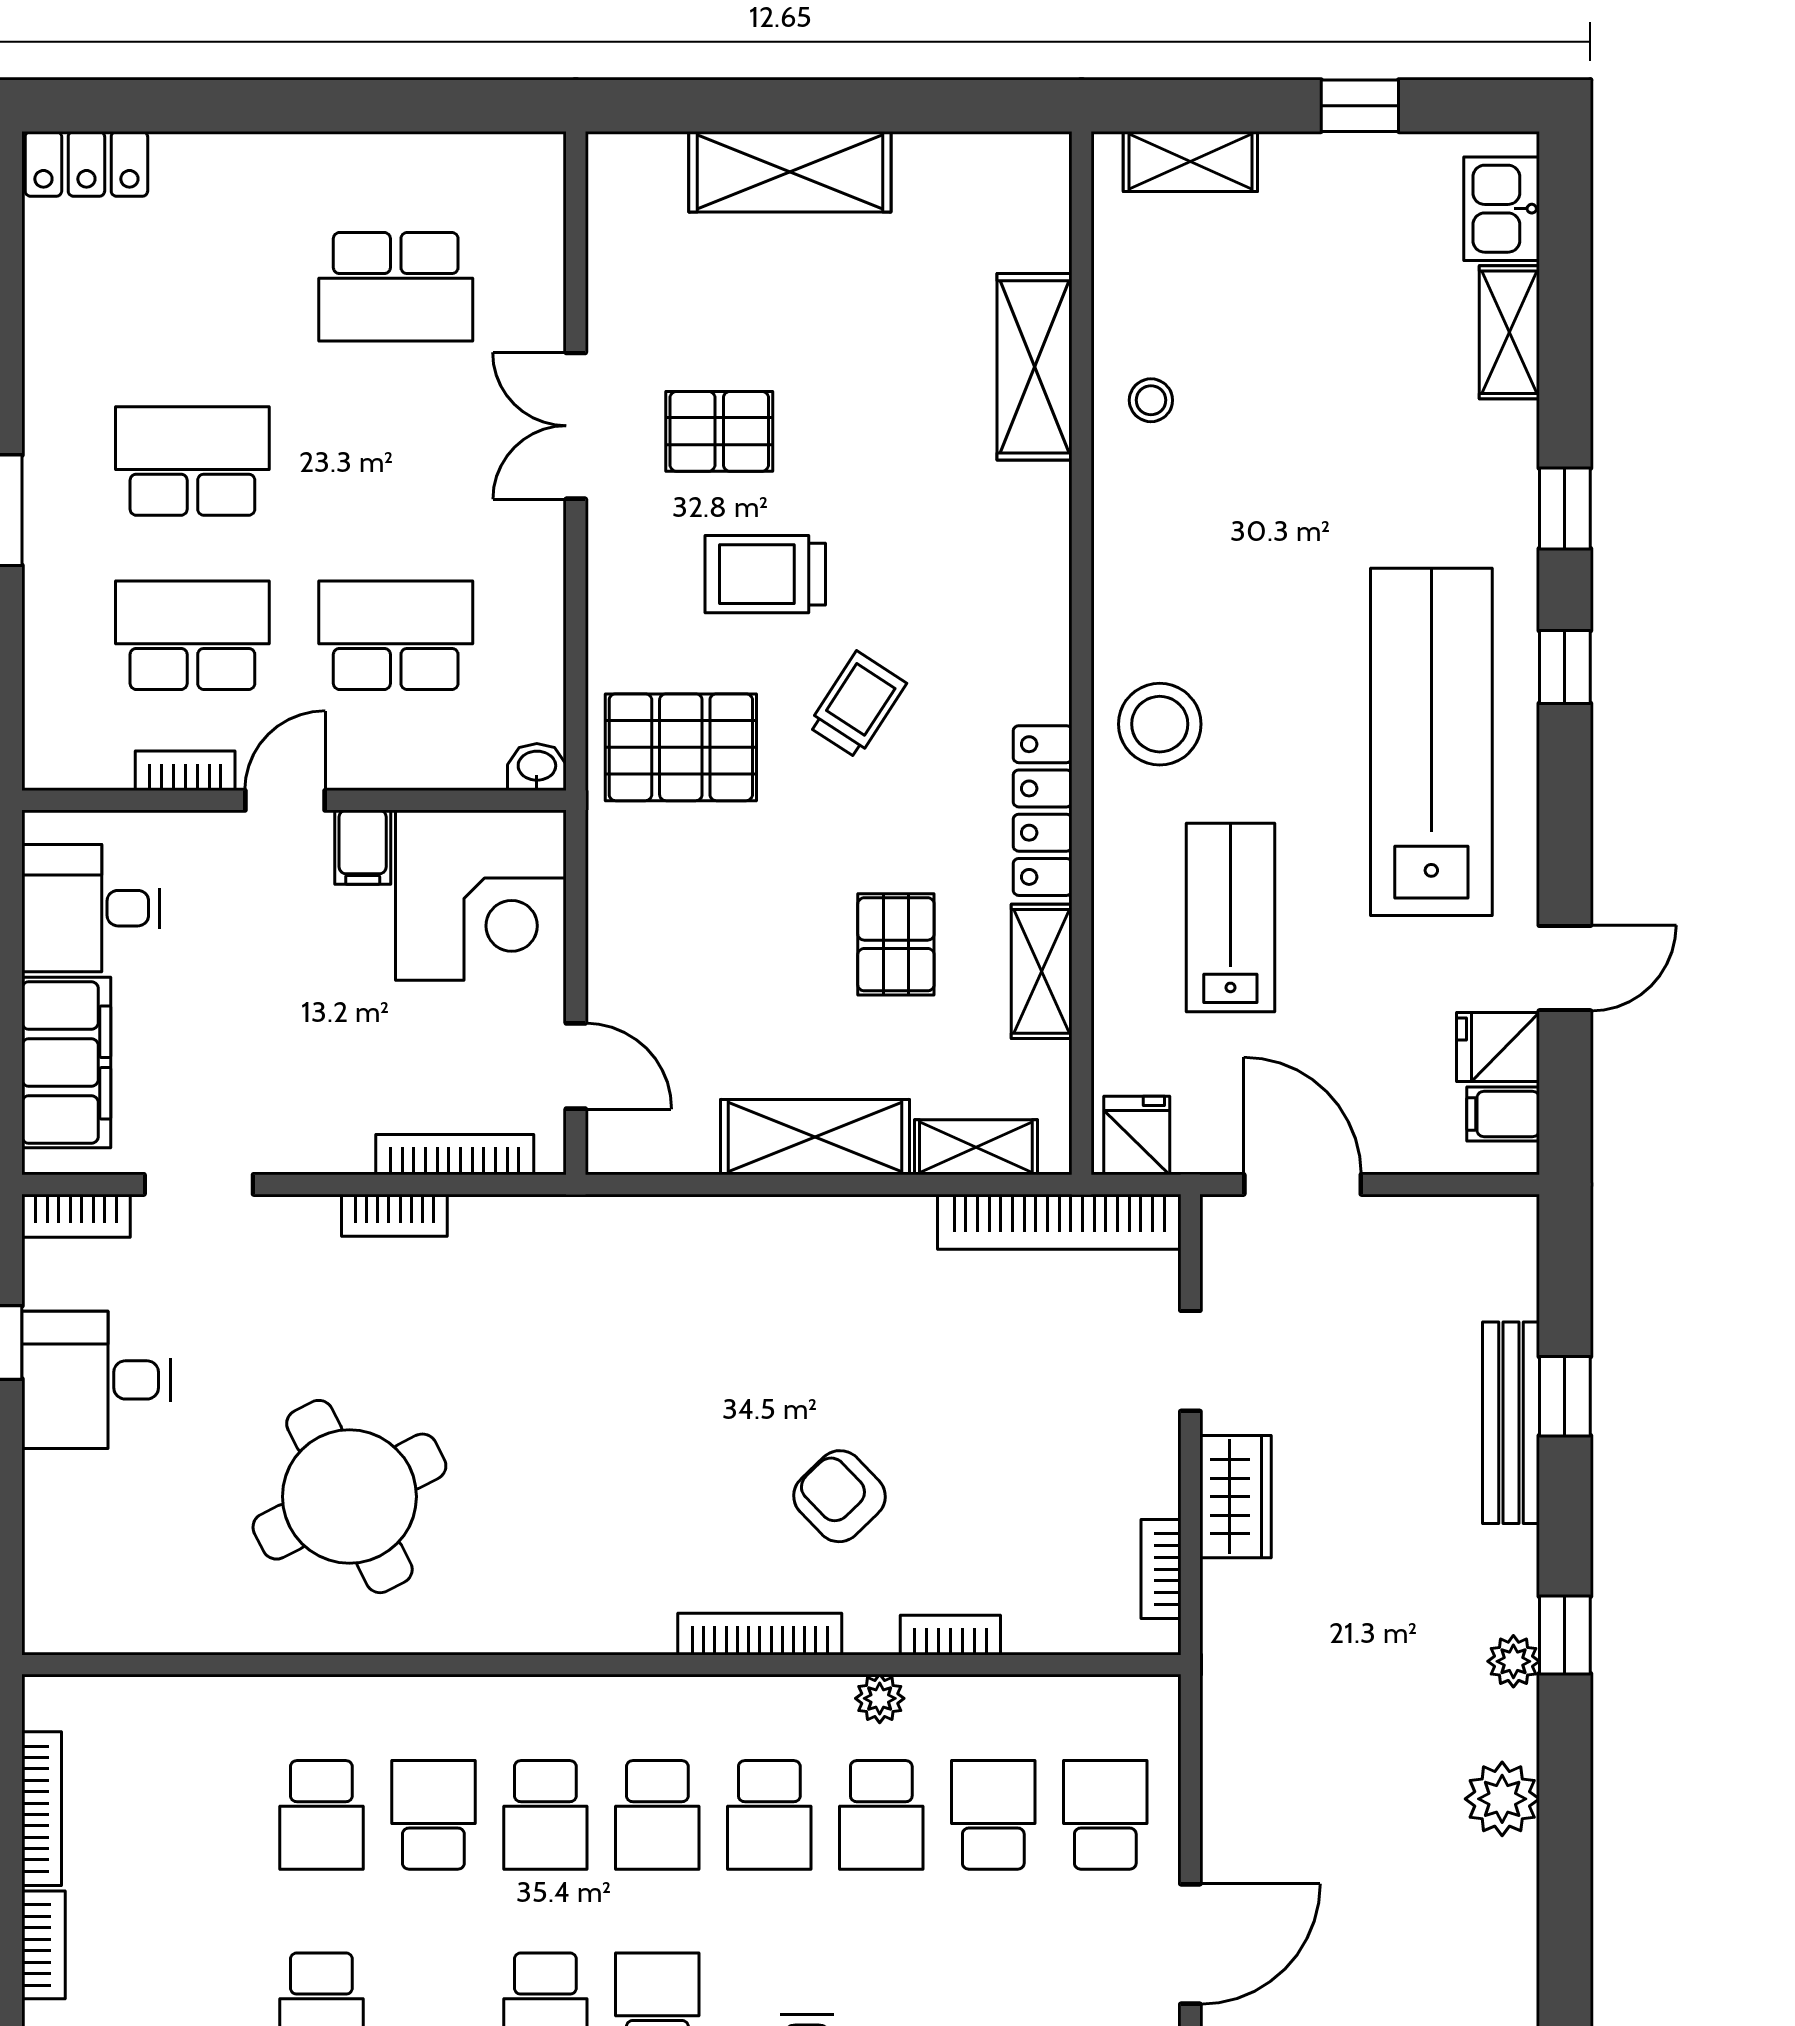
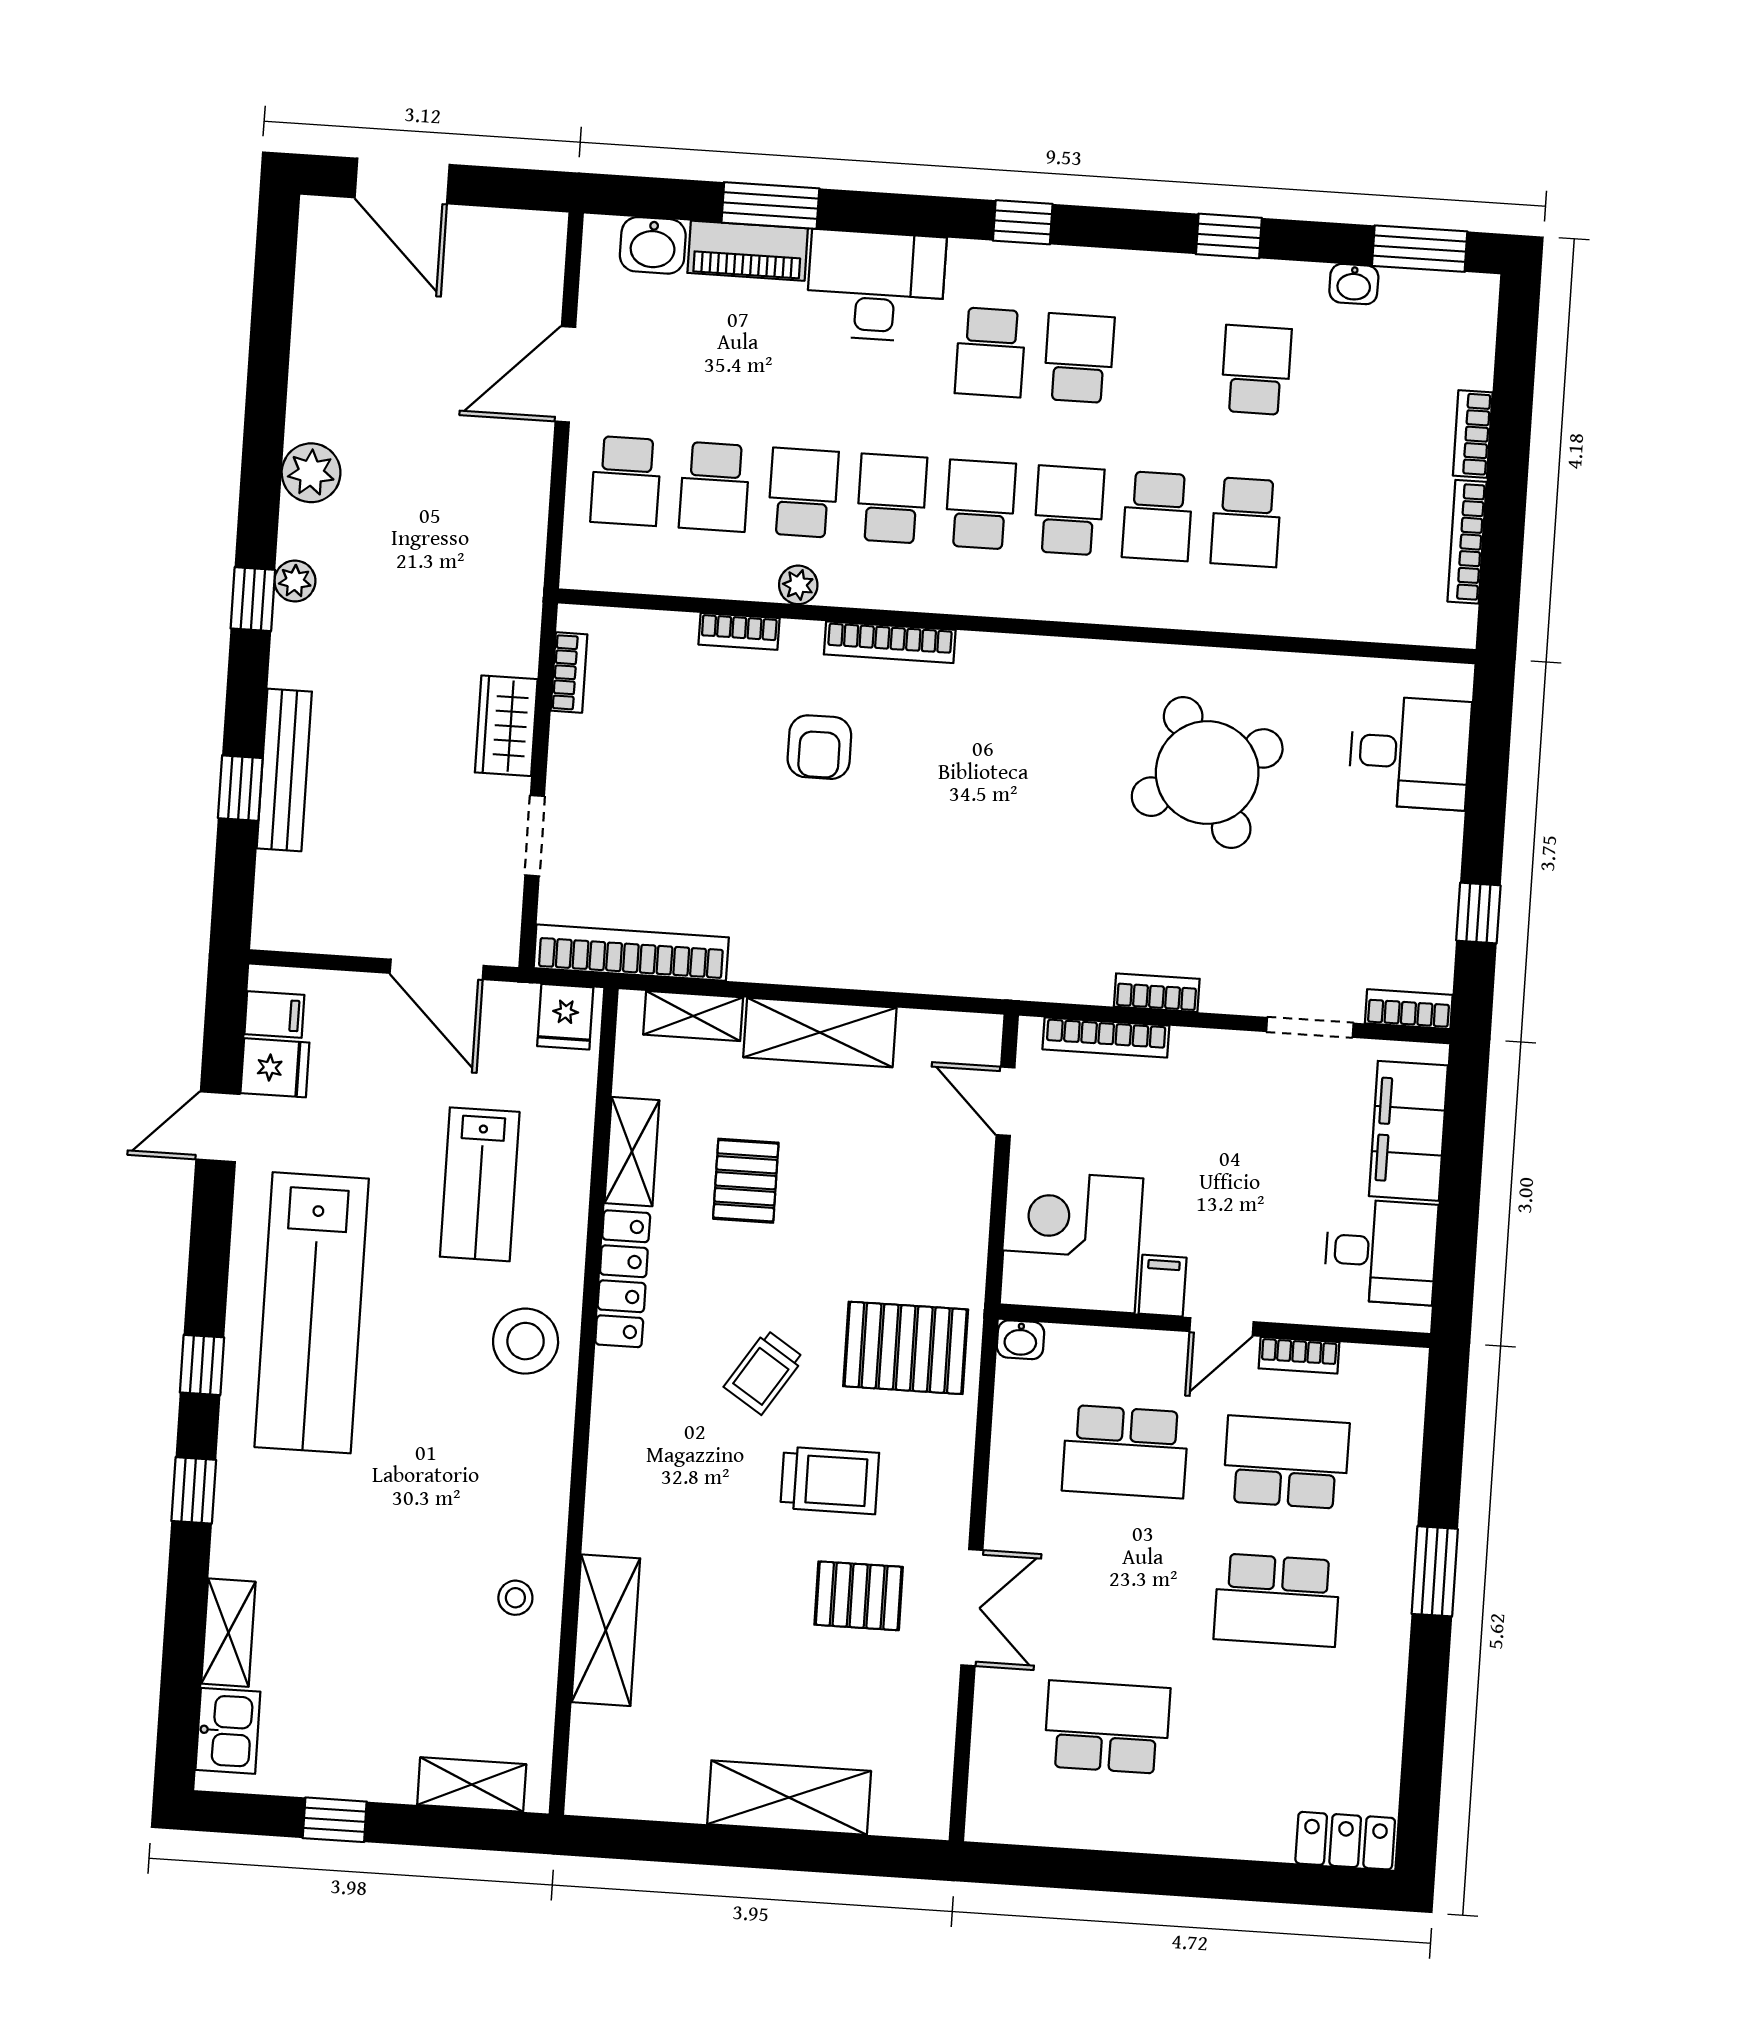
school desk: (192, 635) -> (1286, 1462), turned 180
desk: (96, 1380) -> (1410, 753), moved
armchair: (840, 1496) -> (819, 747), turned 44
school desk: (321, 1815) -> (1246, 522), turned 180

